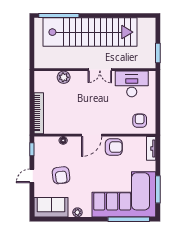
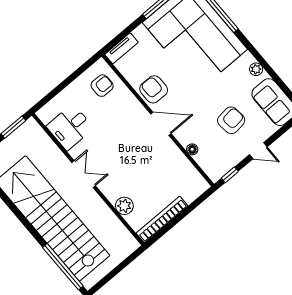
desk: (132, 84) -> (70, 127), width x0.73
bookcase: (39, 113) -> (162, 219), moved
armchair: (140, 121) -> (102, 86), turned 180

